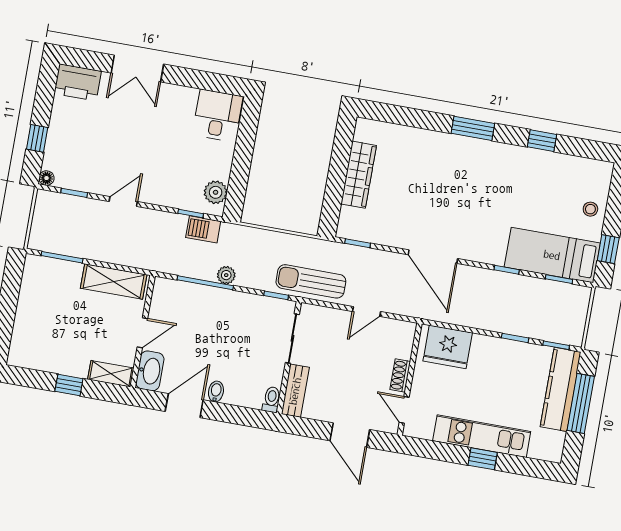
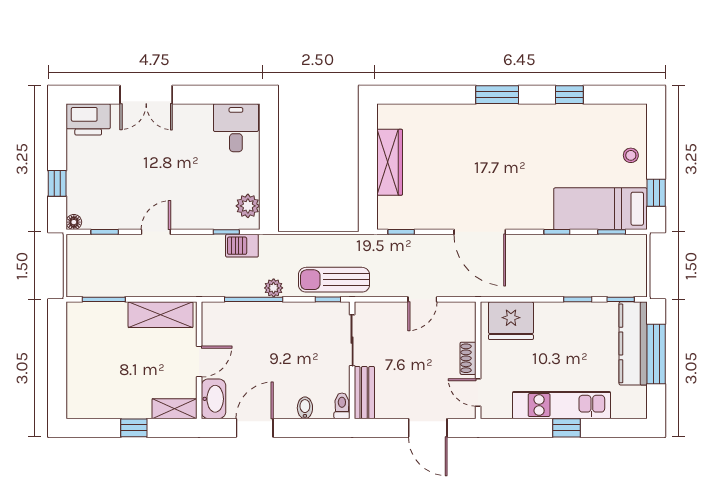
sun lounger: (311, 281) -> (334, 280), moved
bidet: (216, 392) -> (305, 408), moved

